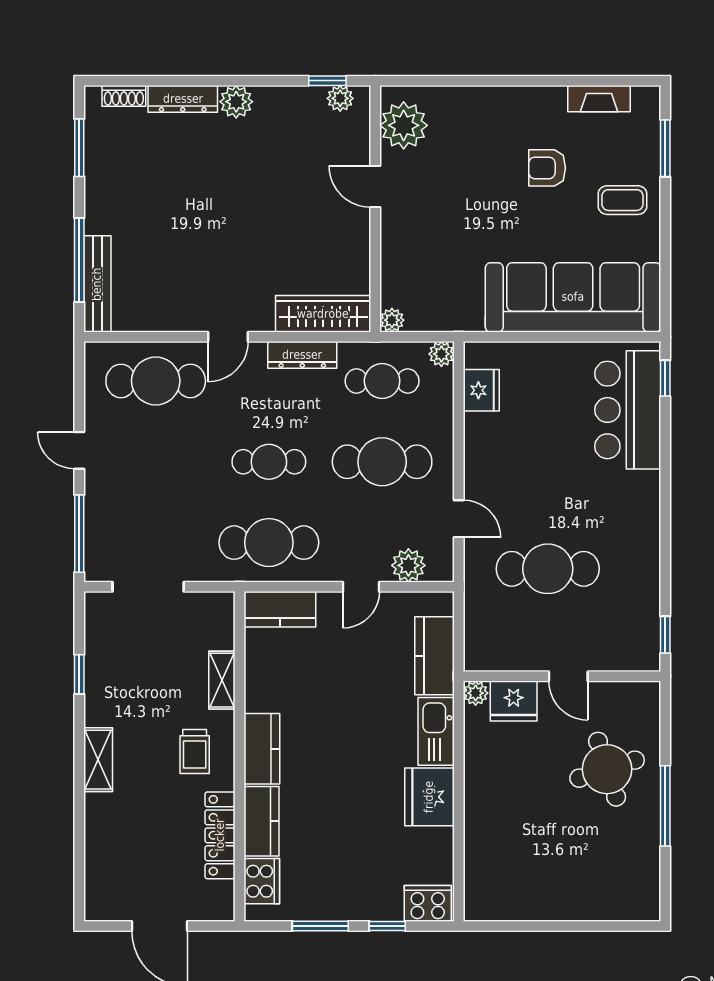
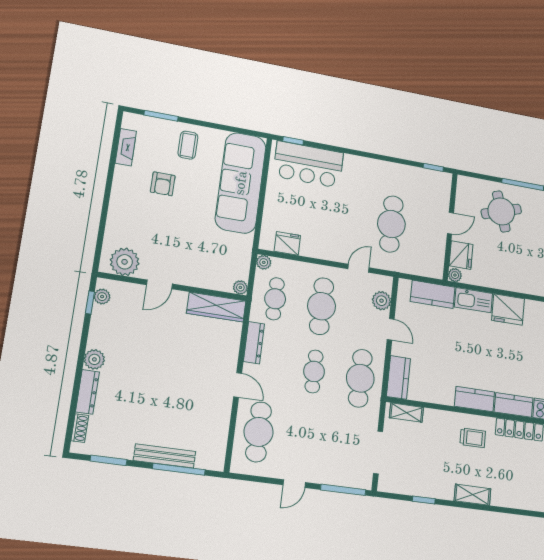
bench: (97, 284) -> (165, 456), moved
wardrobe: (323, 314) -> (216, 307), moved, turned -90
shelving: (222, 680) -> (406, 413), moved

